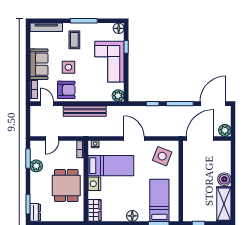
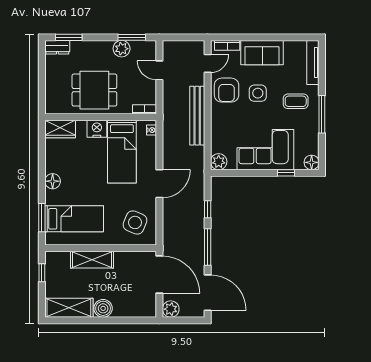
shelving: (189, 187) -> (92, 260), added

